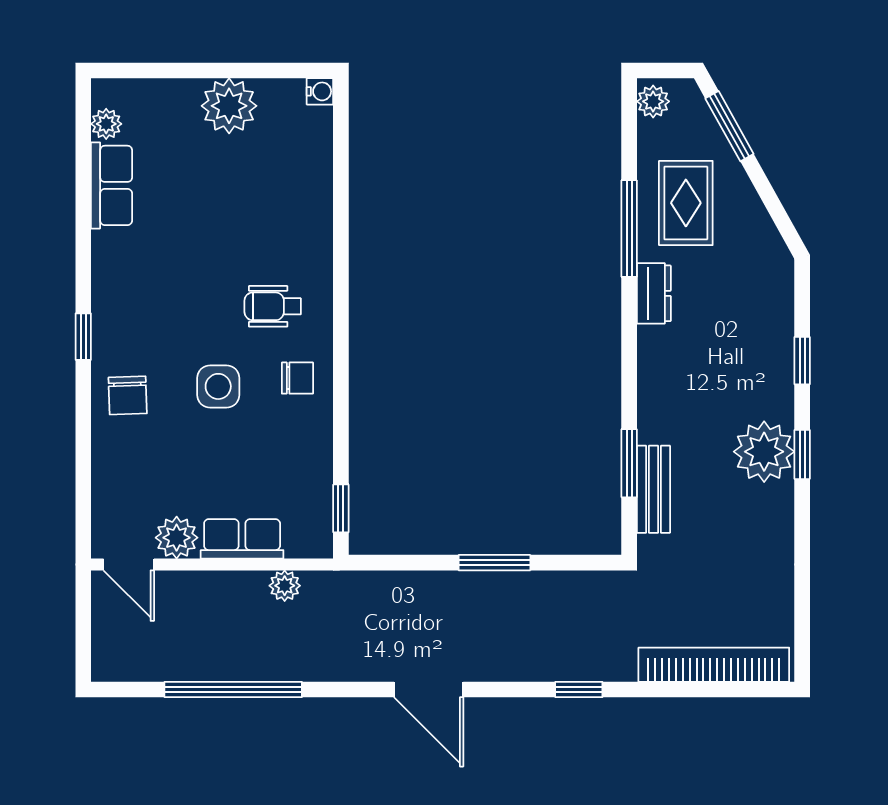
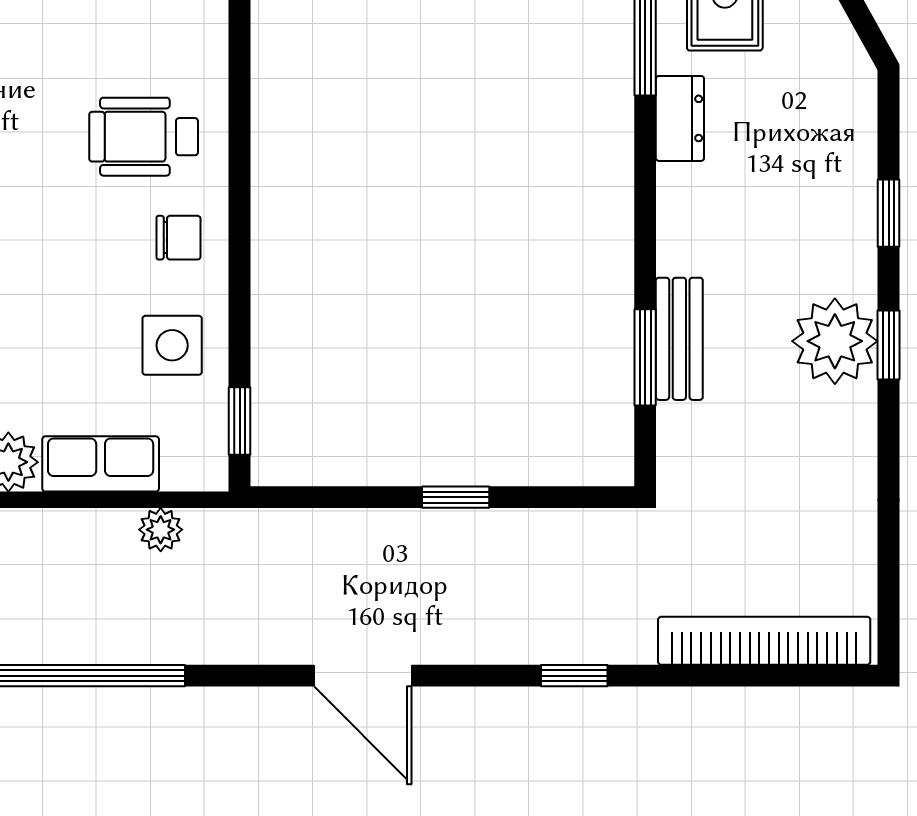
wheelchair: (273, 306) -> (144, 137), width x1.36, depth x1.37
side table: (218, 386) -> (172, 345), moved
bench: (653, 489) -> (679, 339), moved
window: (494, 563) -> (456, 497), width x0.67

